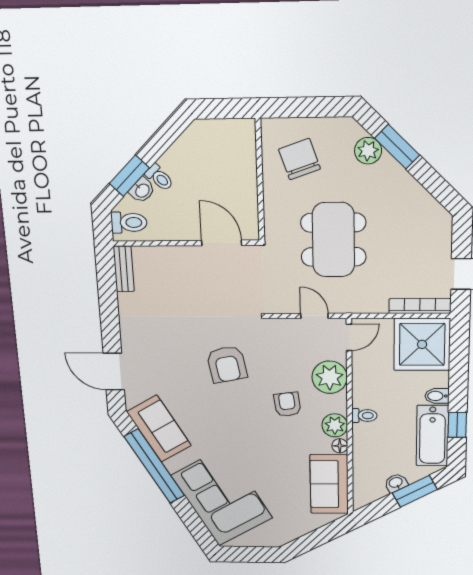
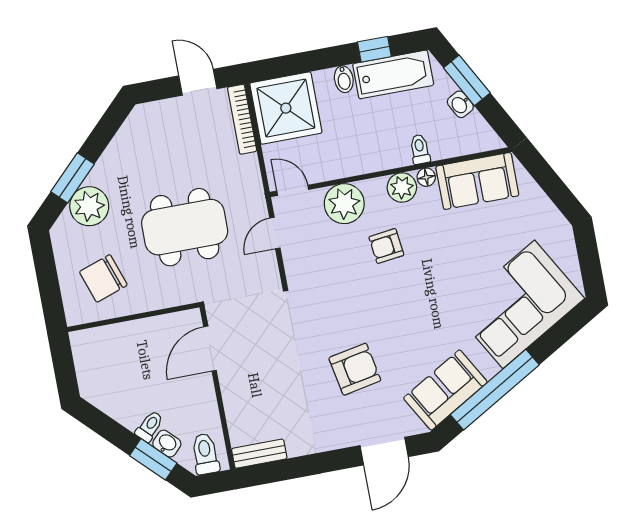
plant: (368, 151) -> (89, 206), width x1.36, depth x1.36
armchair: (227, 364) -> (355, 369), moved
toilet: (364, 416) -> (420, 149), moved

